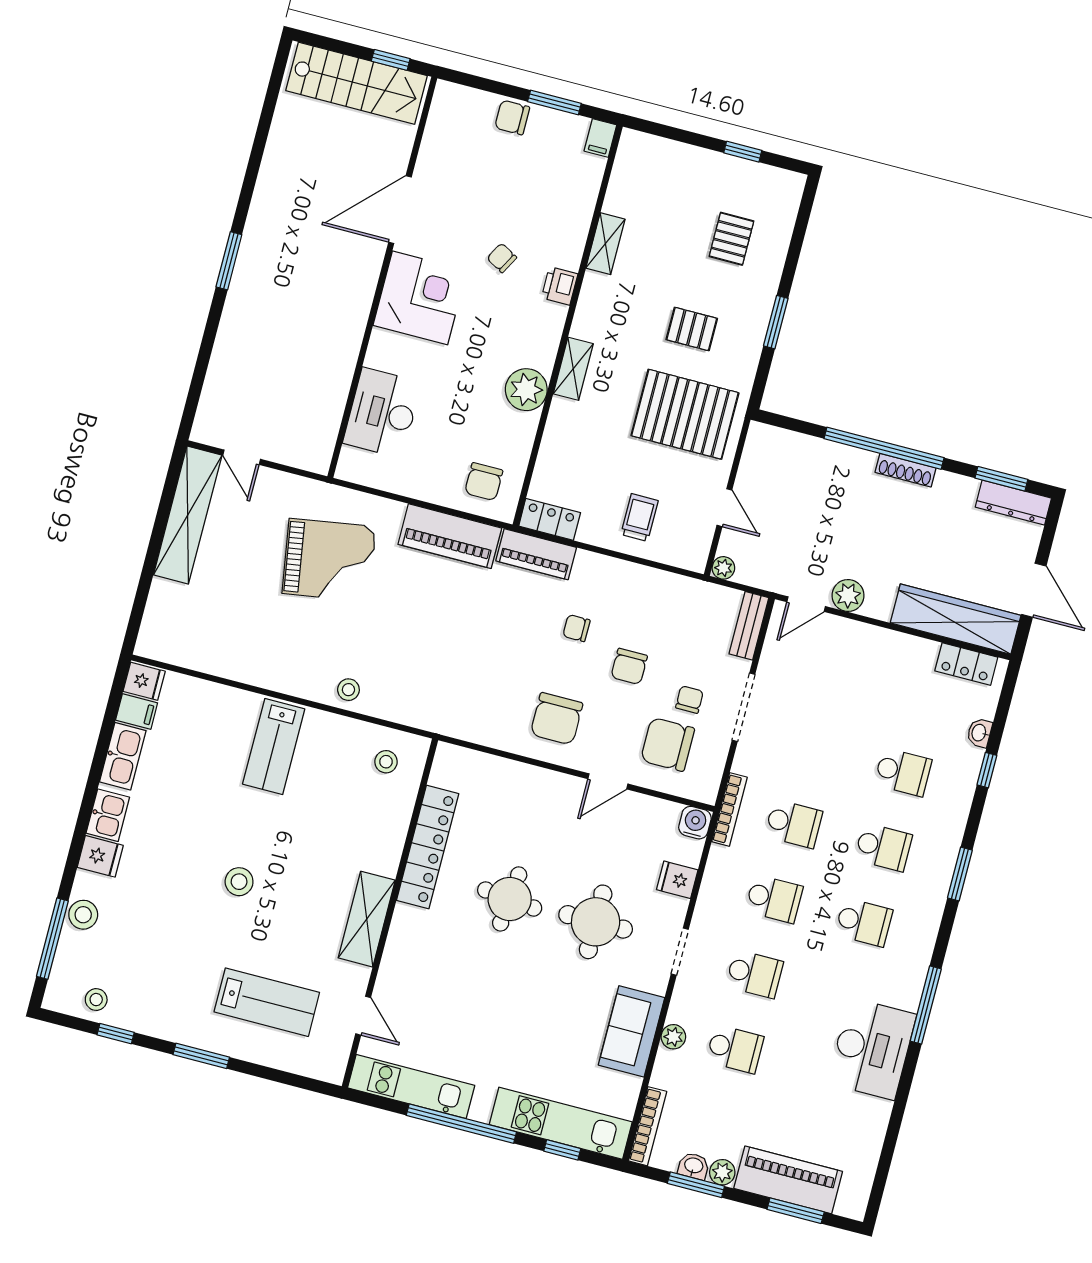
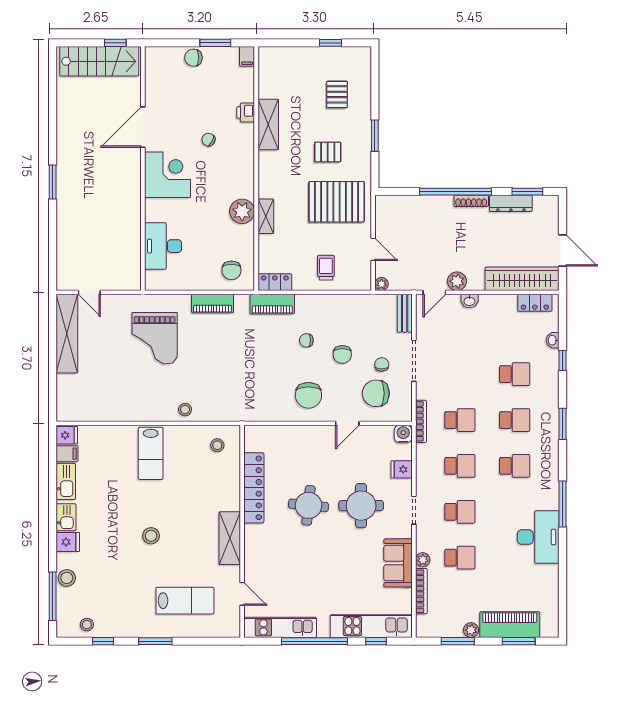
shelving: (605, 244) -> (268, 125), width x1.50, depth x1.33
printer: (560, 286) -> (246, 113), moved
shelving: (573, 369) -> (266, 216), moved
dresser: (1013, 503) -> (511, 203), moved
piano: (450, 536) -> (213, 304), width x0.73, depth x0.75
grand piano: (329, 560) -> (155, 338), turned 99
bookcase: (648, 1126) -> (421, 591), moved
washbasin: (694, 1166) -> (470, 301), moved, turned 180

